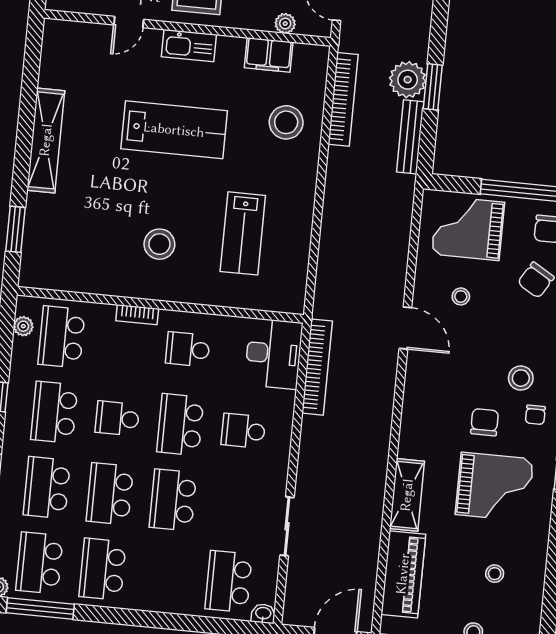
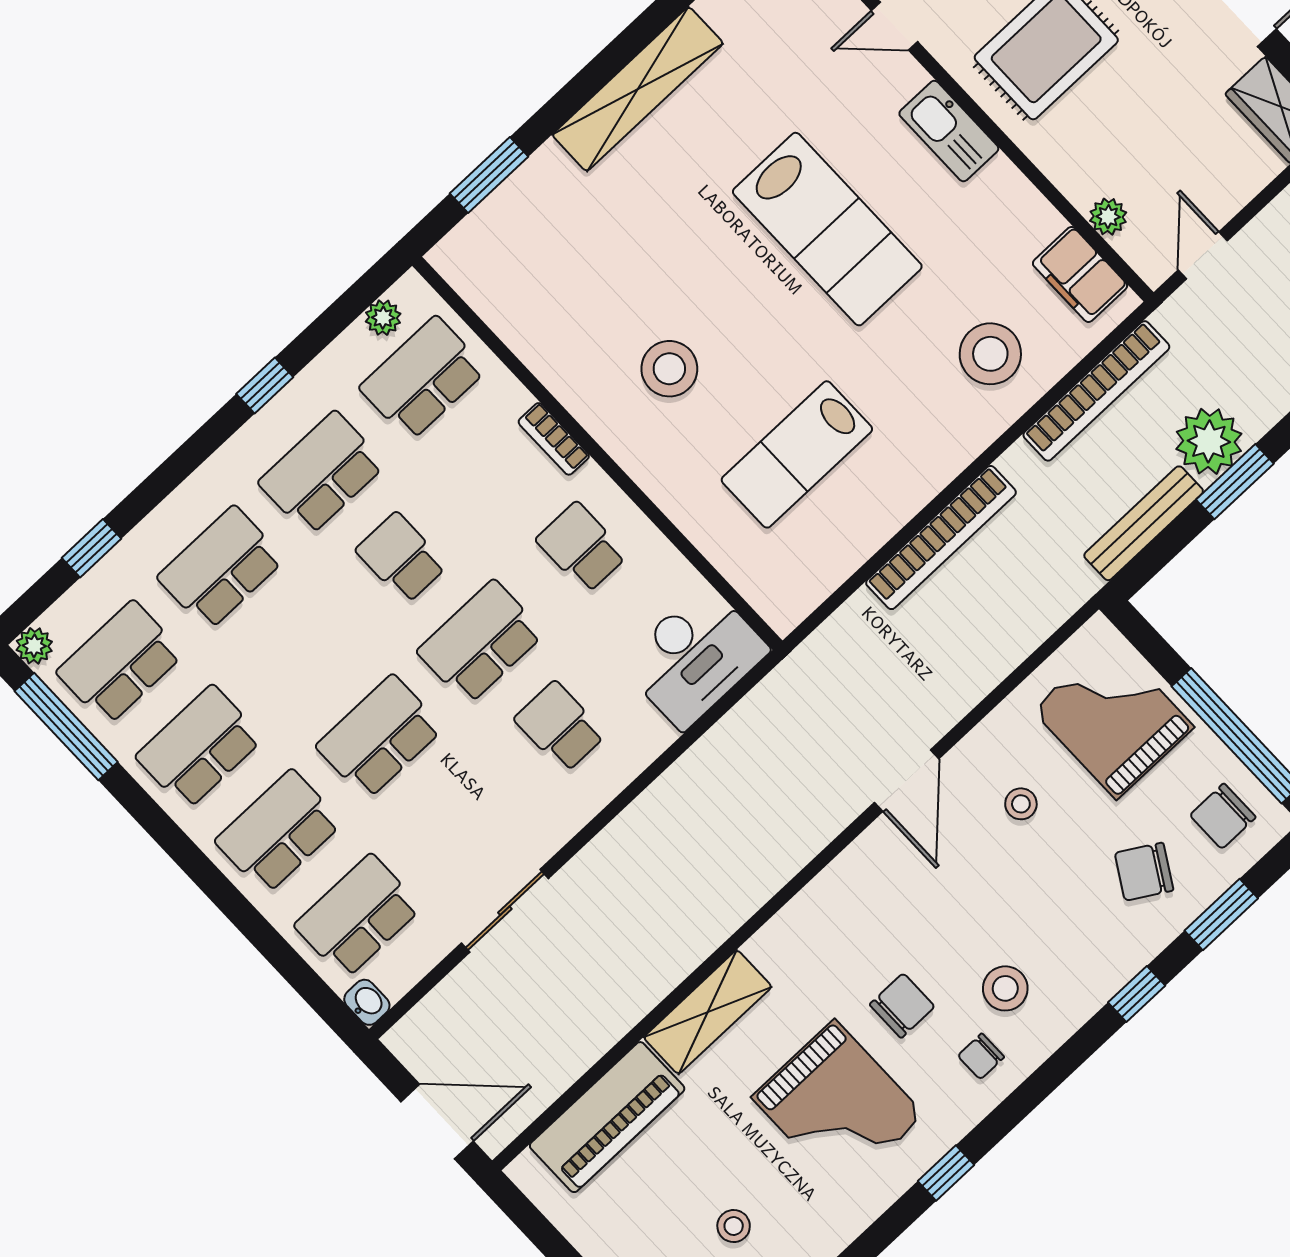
filing cabinet: (269, 55) -> (1080, 274), moved
bookcase: (317, 367) -> (941, 538), moved
school desk: (110, 494) -> (279, 832), moved

